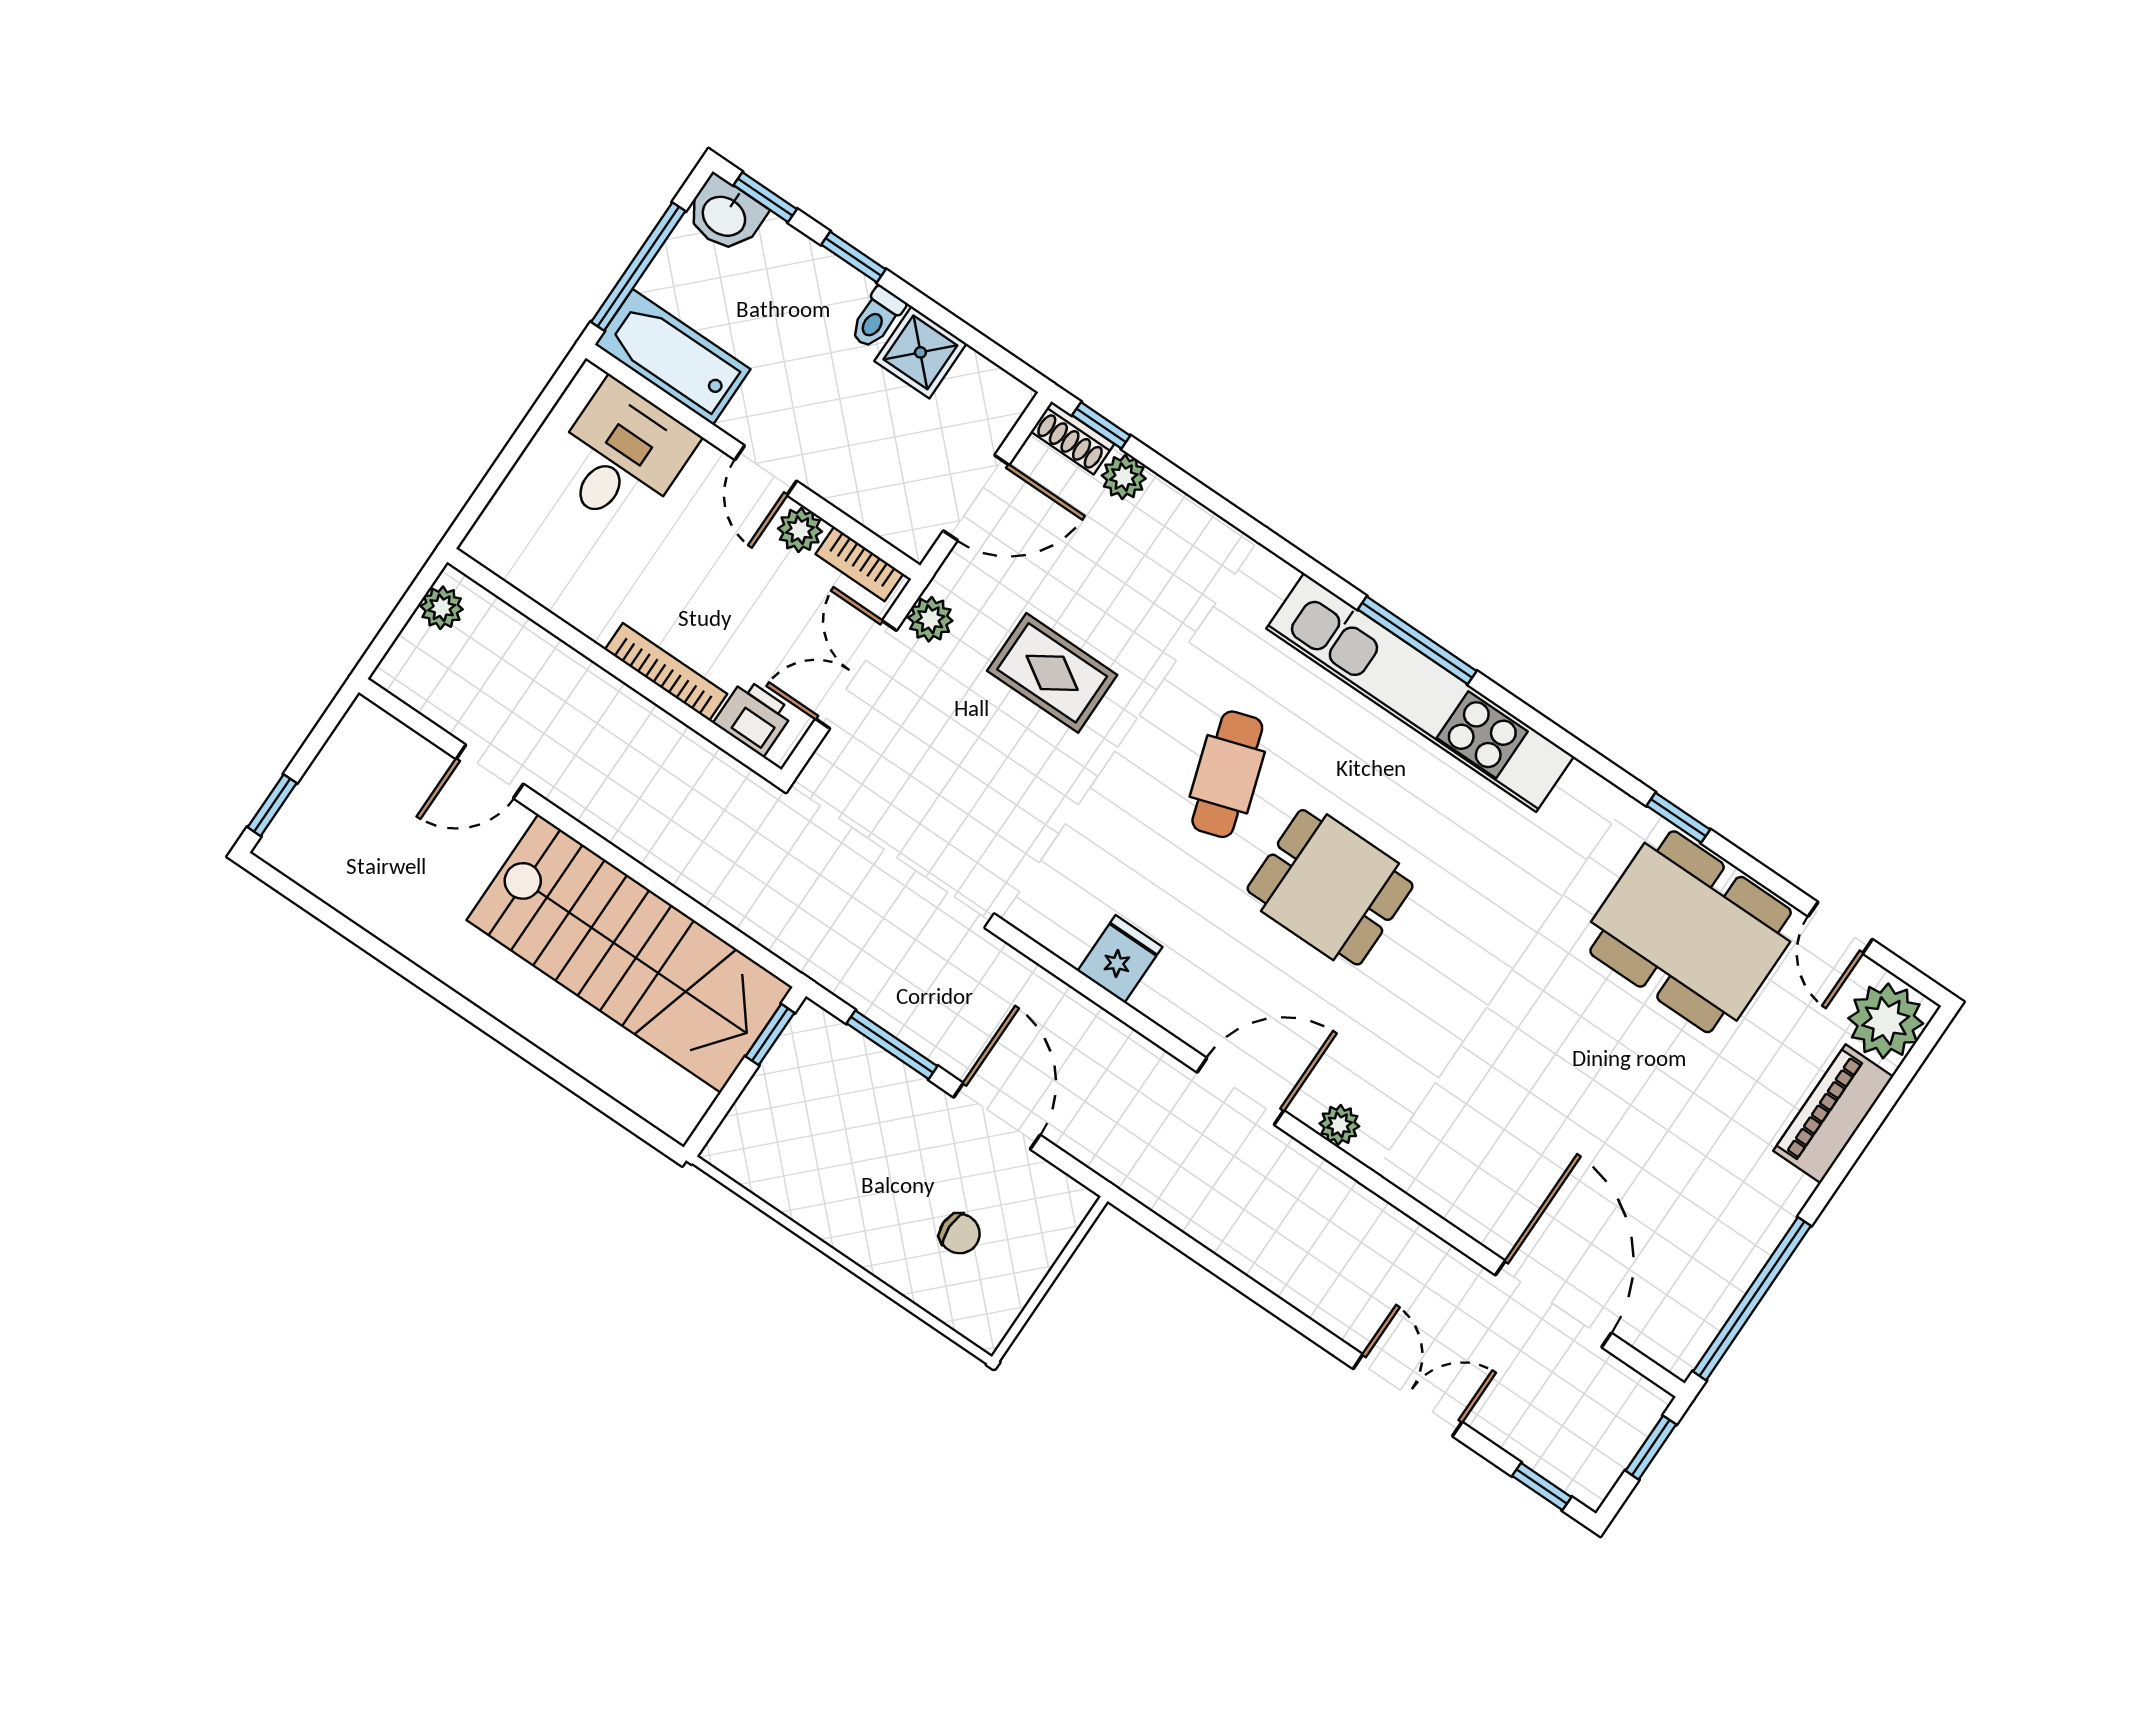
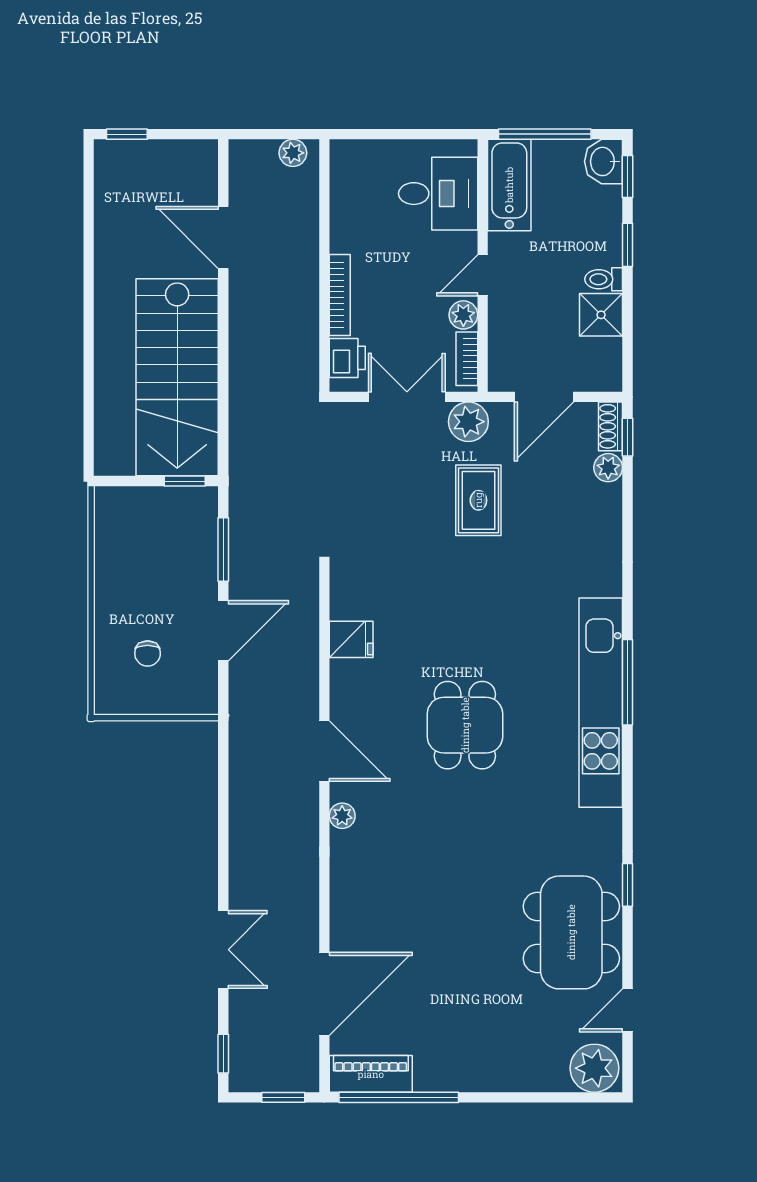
door: (976, 498) -> (544, 397), hinge flipped
plant: (930, 619) -> (468, 422), width x1.38, depth x1.38
door: (490, 771) -> (223, 237), width x1.38
cafe table: (1227, 774) -> (488, 630), removed
piano: (1833, 1114) -> (371, 1074), moved

